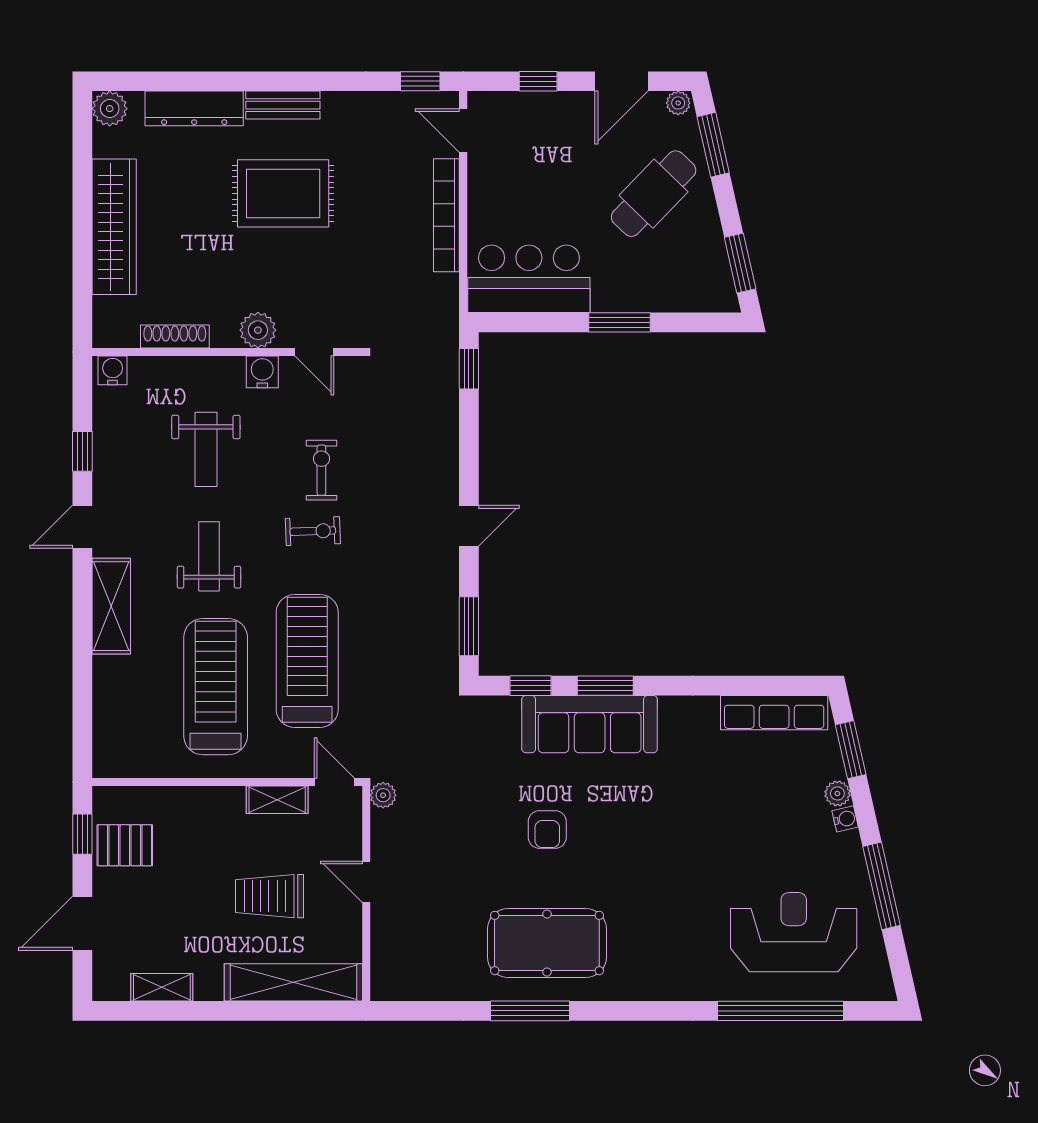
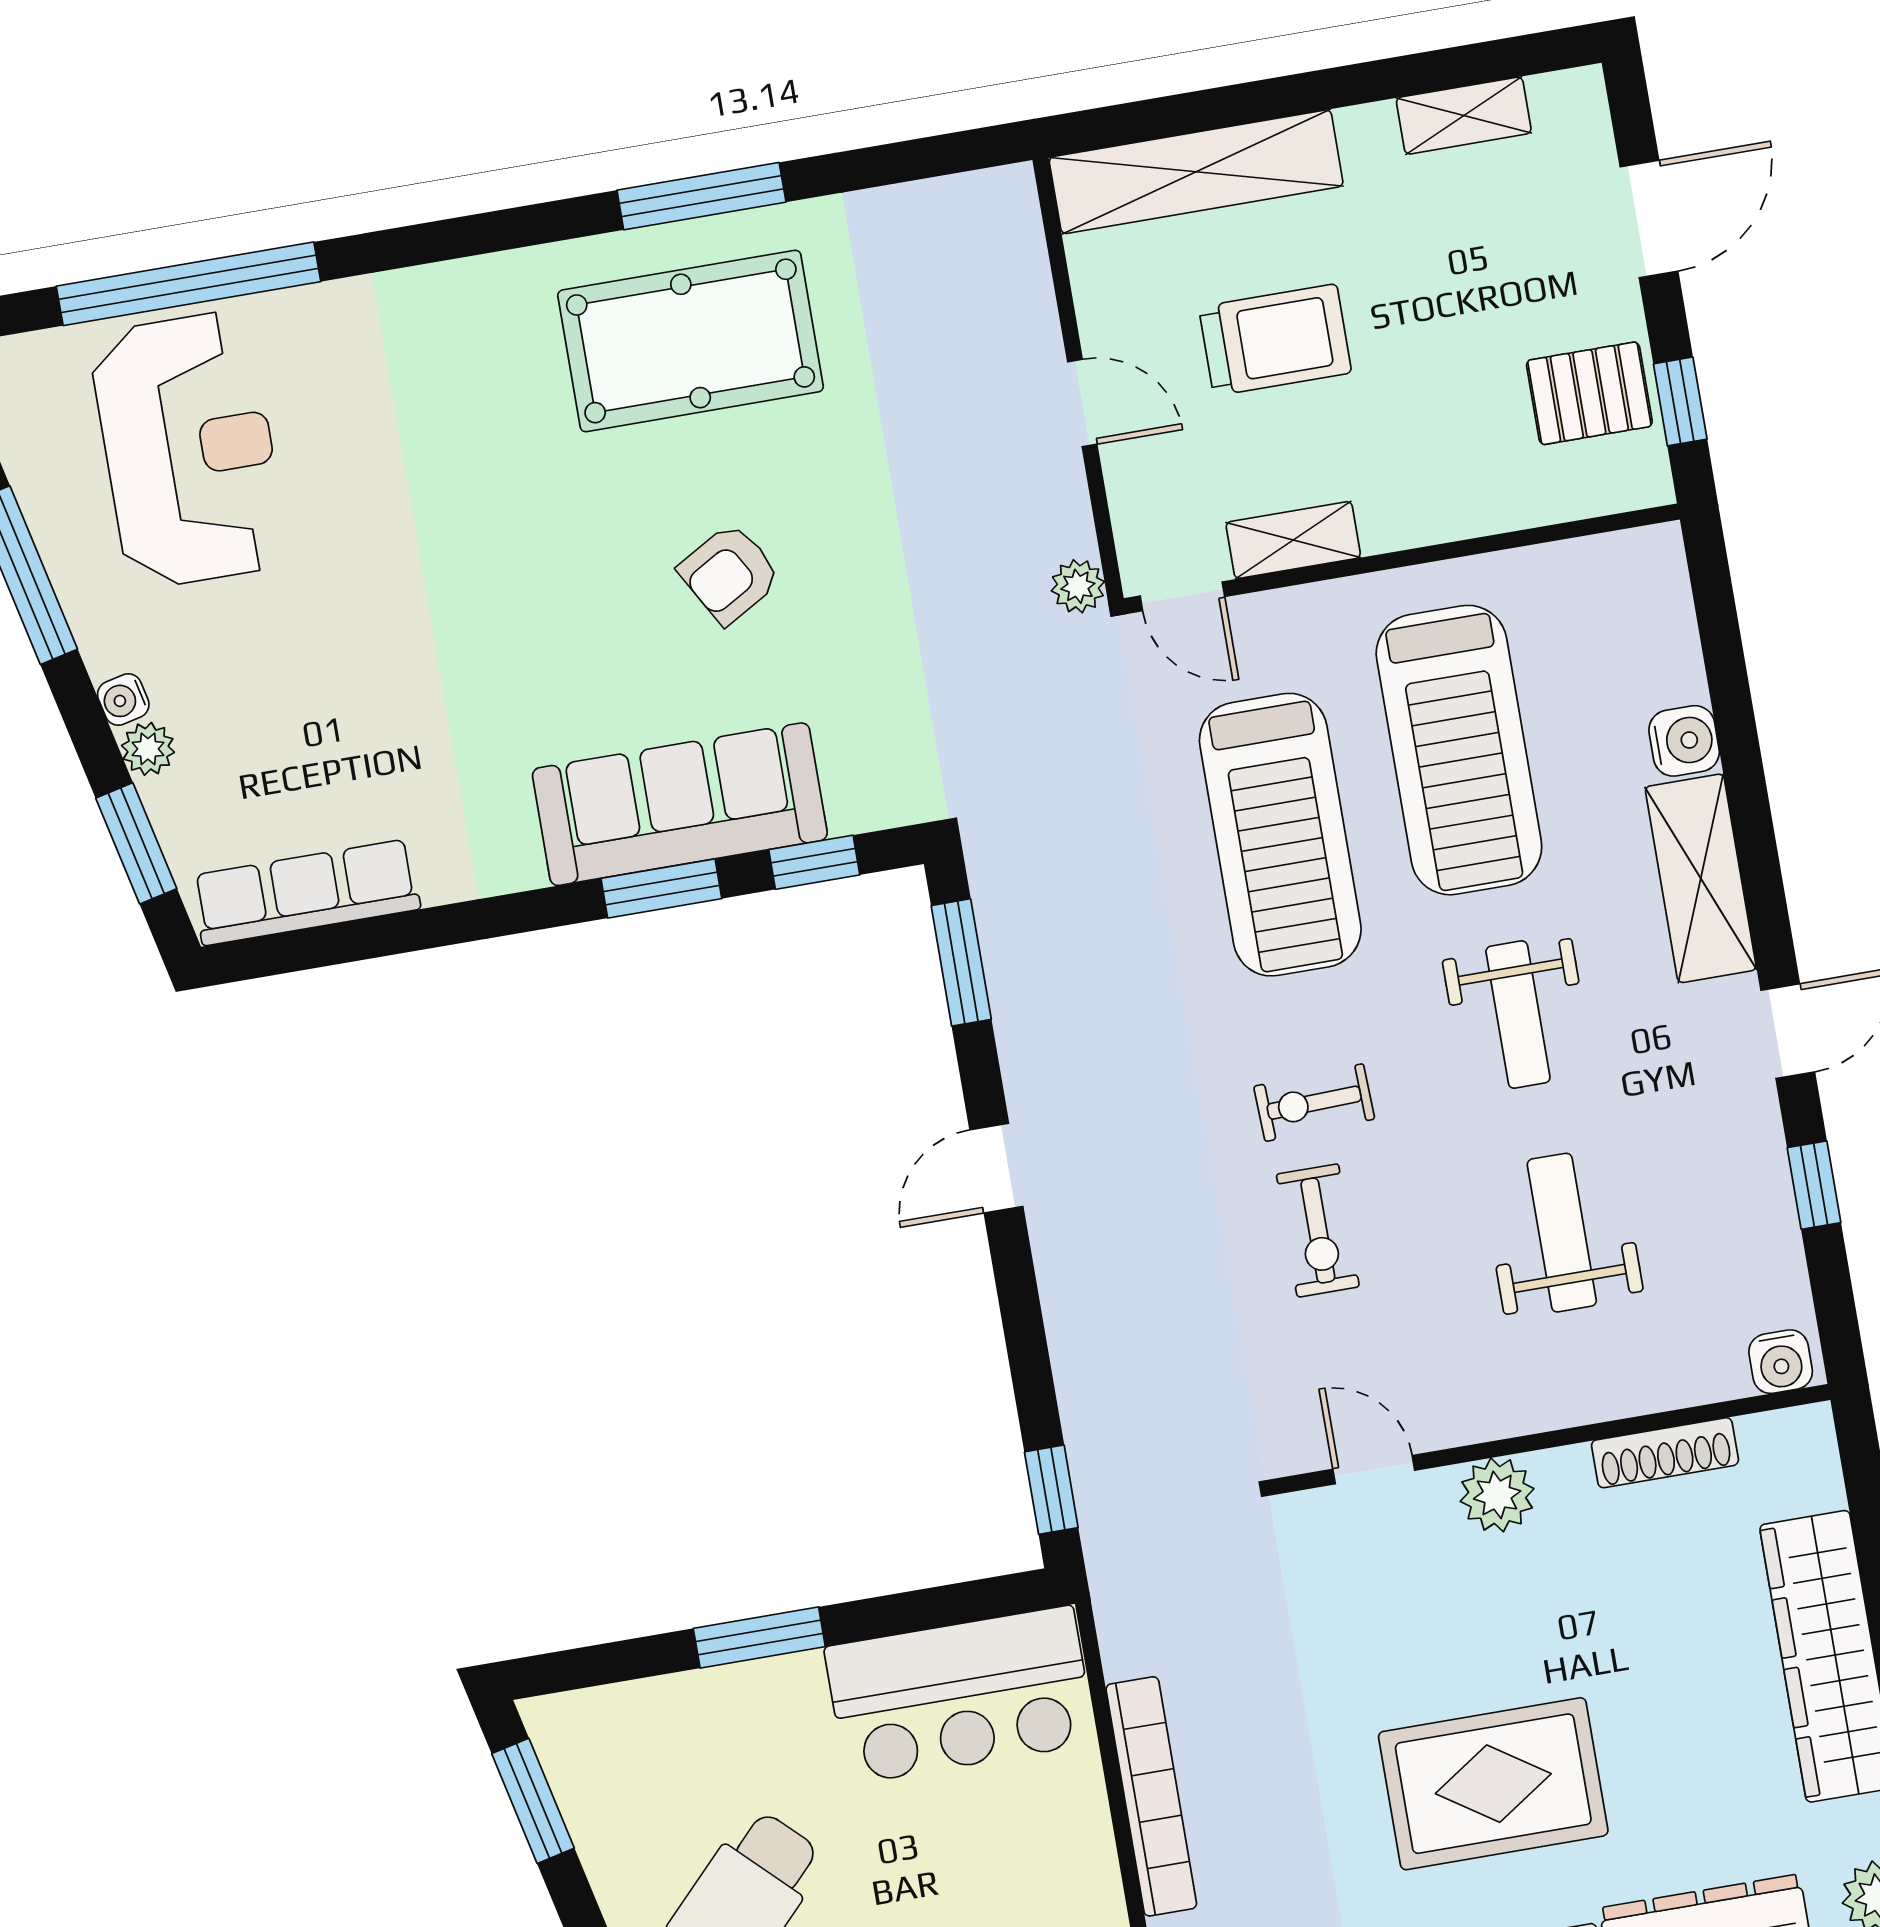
water cooler: (262, 372) -> (1684, 741), moved, turned -90
armchair: (547, 829) -> (730, 574), turned -120
reception desk: (794, 932) -> (189, 450), turned -90

